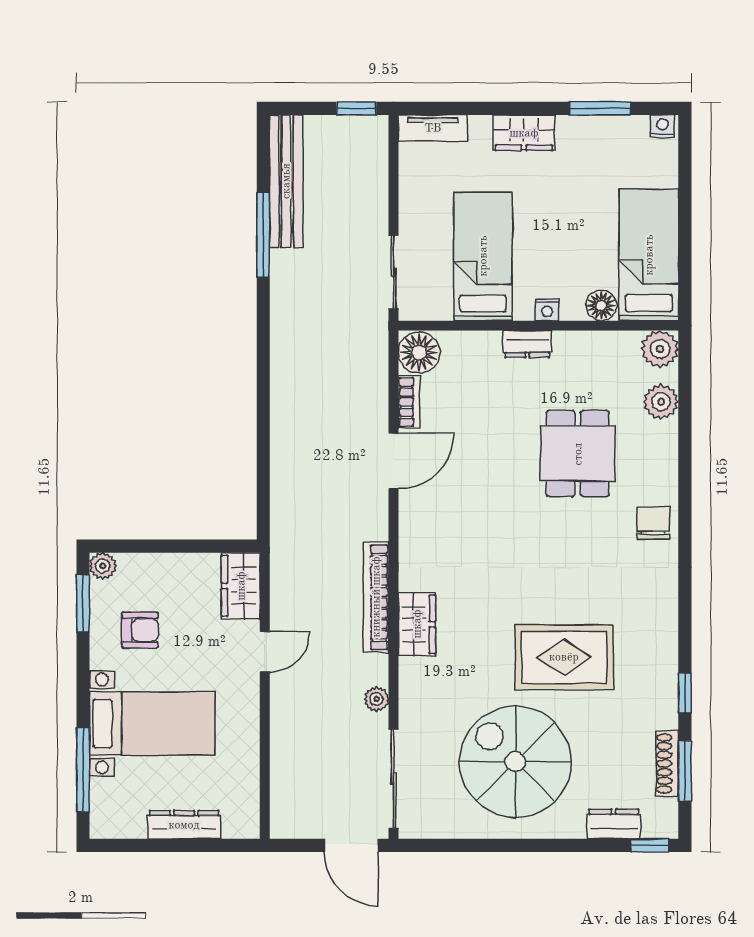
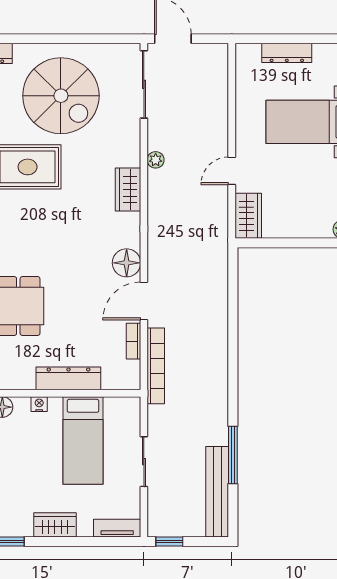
sliding door: (394, 272) -> (144, 462), moved
dresser: (527, 344) -> (68, 378), width x1.96, depth x1.24
floor lamp: (419, 353) -> (127, 263), moved
bookcase: (376, 597) -> (156, 366), moved
armchair: (140, 630) -> (317, 186), removed
plant: (376, 699) -> (156, 160), moved

